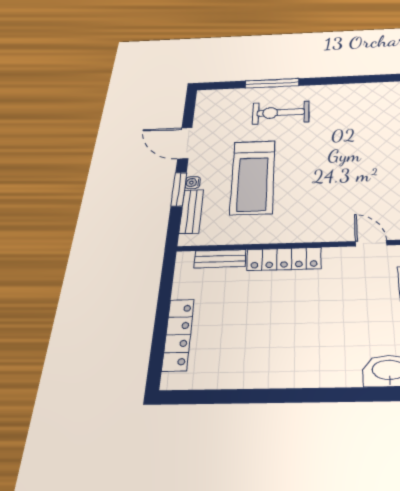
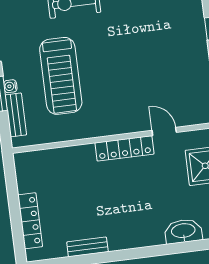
bench: (220, 259) -> (87, 247), moved
locker: (284, 259) -> (124, 148), moved

